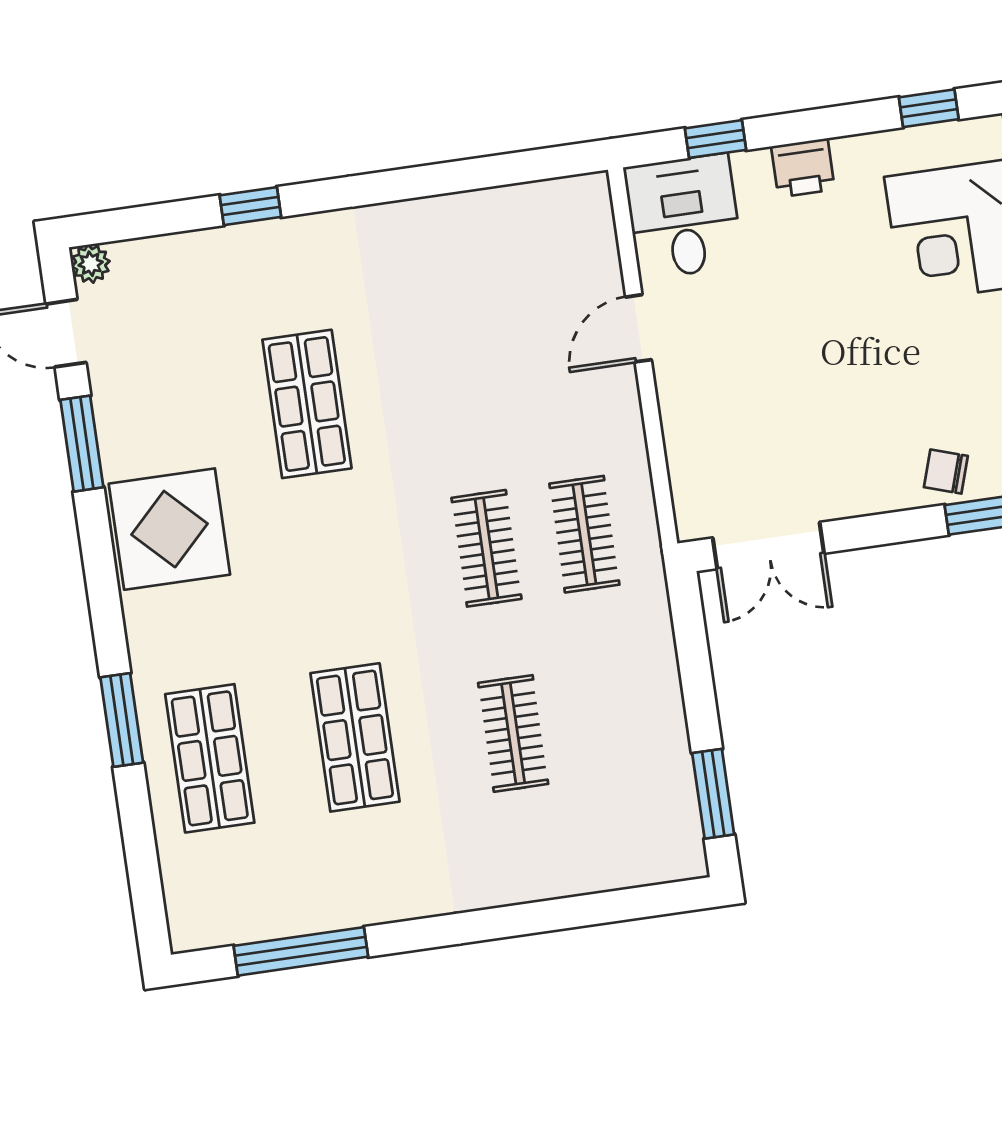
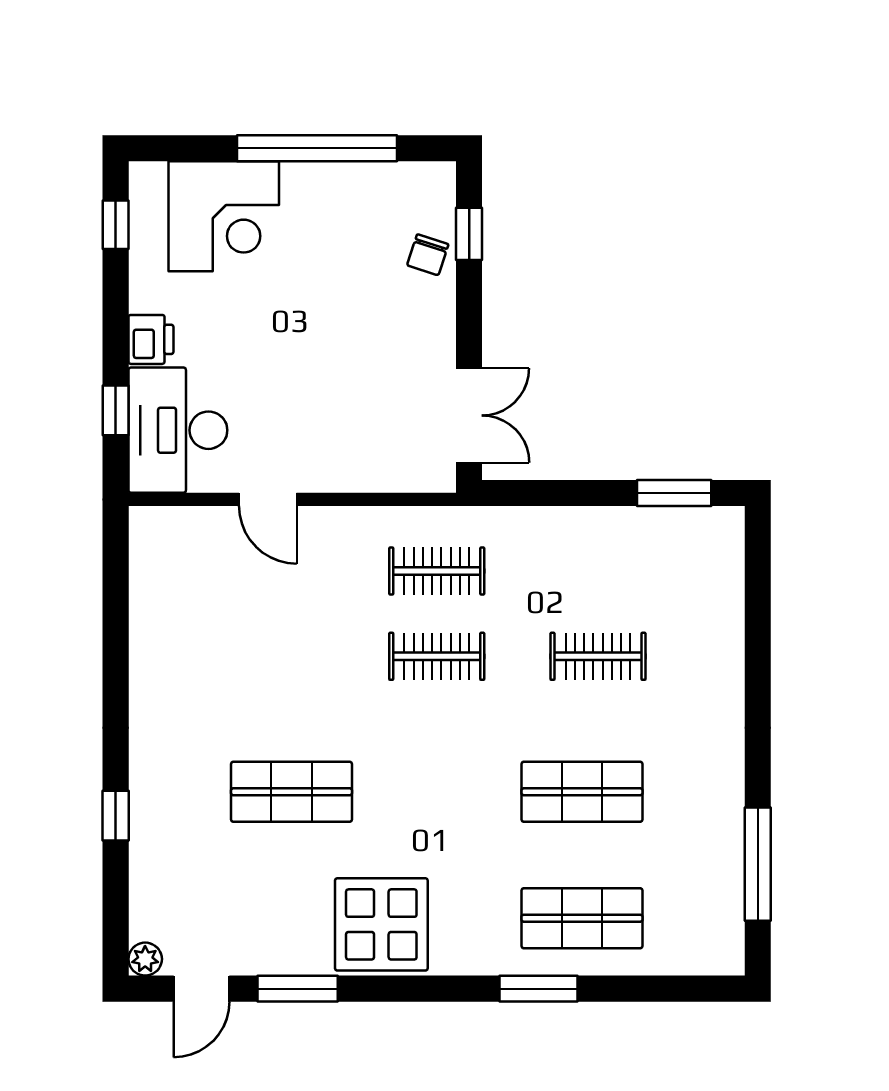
desk: (684, 217) -> (178, 430), width x1.37

